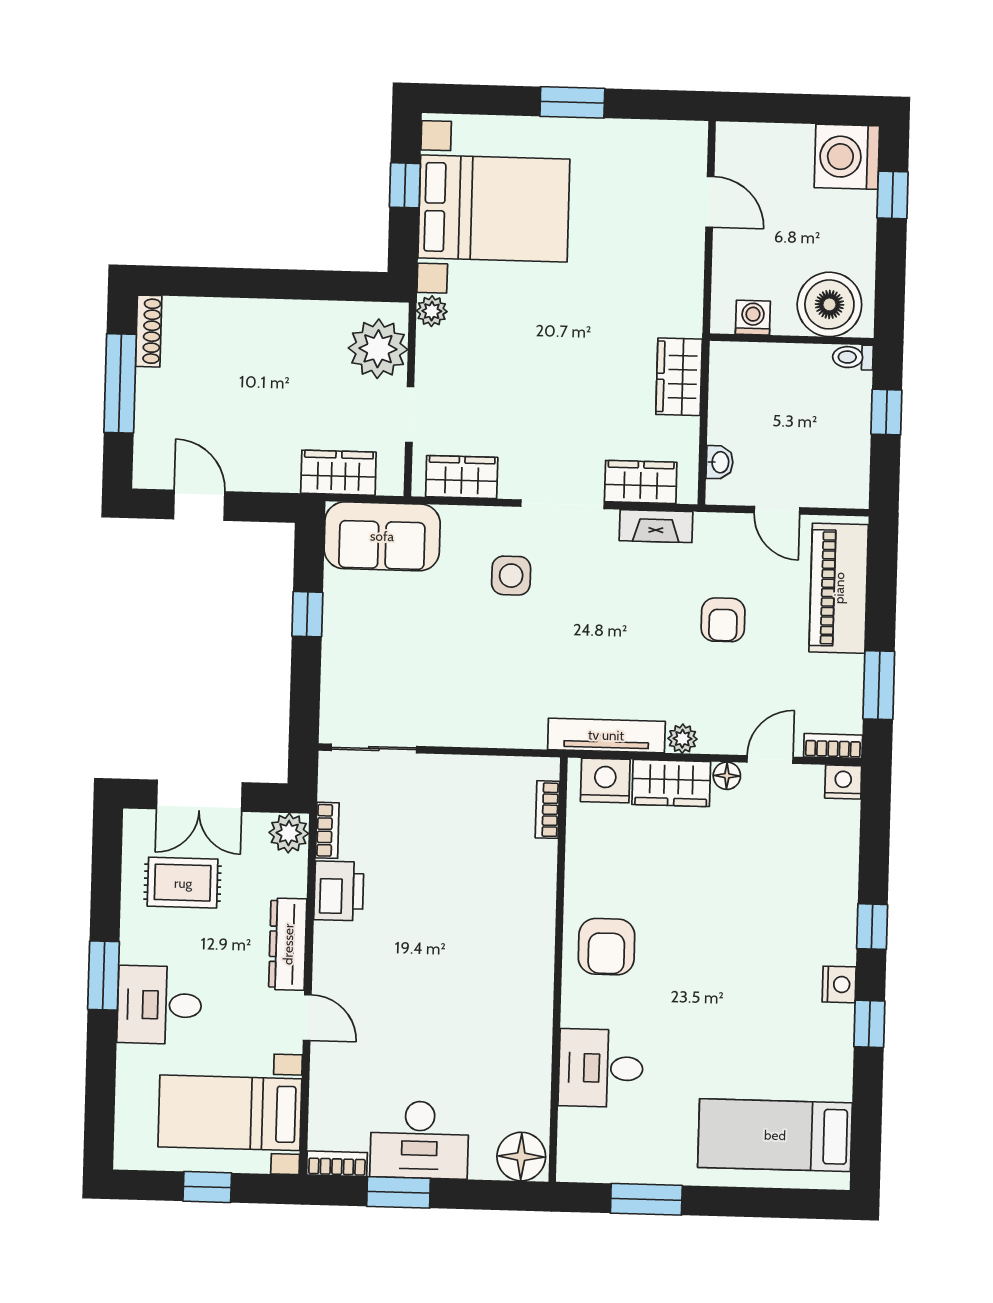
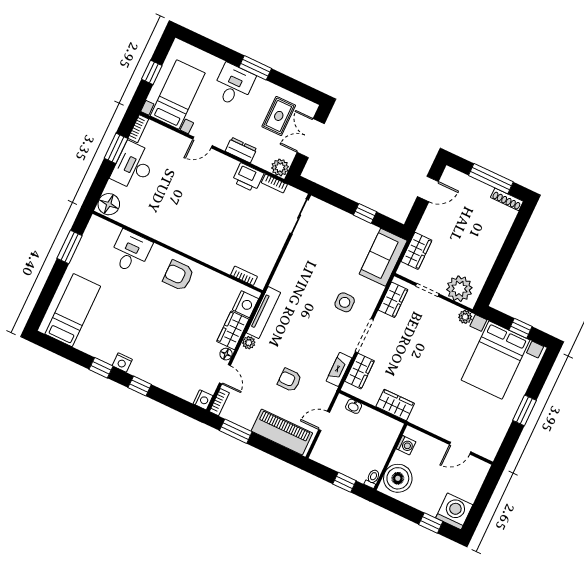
dresser: (288, 944) -> (241, 150), width x0.70

